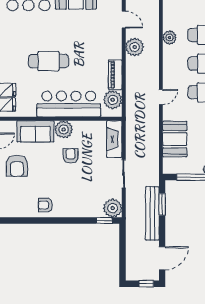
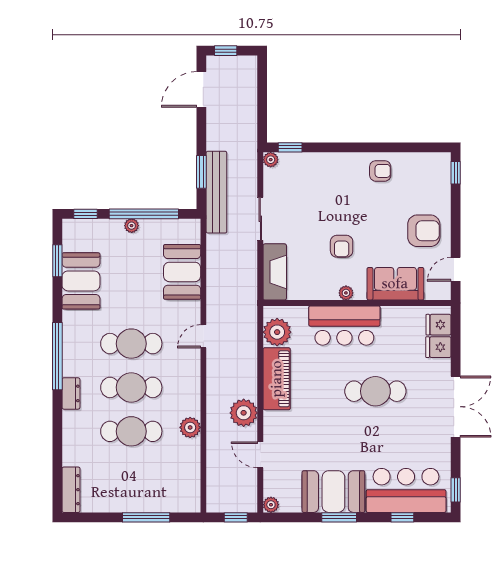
piano: (115, 75) -> (277, 379), width x1.37, depth x1.33
bar counter: (69, 104) -> (344, 326), width x0.73
plant: (64, 129) -> (346, 293), width x0.53, depth x0.53
armchair: (17, 166) -> (424, 231), turned 90
plant: (113, 208) -> (271, 160), width x0.53, depth x0.53
bench: (152, 213) -> (216, 192), moved

